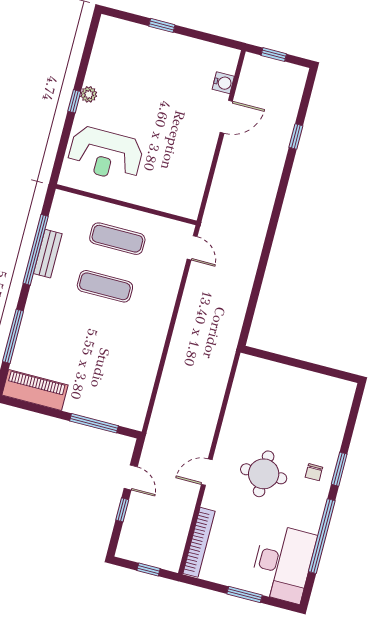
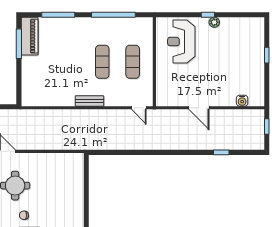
door: (226, 117) -> (199, 108), moved
door: (192, 248) -> (139, 108), hinge flipped
bench: (48, 254) -> (89, 101), moved
window: (94, 423) -> (19, 44), moved

